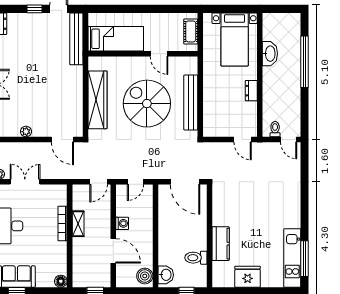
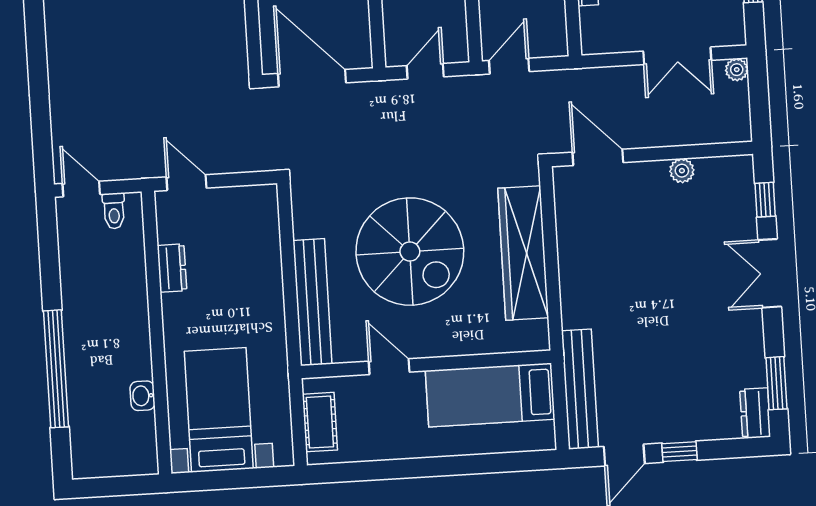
washbasin: (270, 54) -> (143, 396), width x0.52, depth x0.69
dresser: (251, 91) -> (172, 268), moved
bench: (191, 102) -> (312, 302), moved

